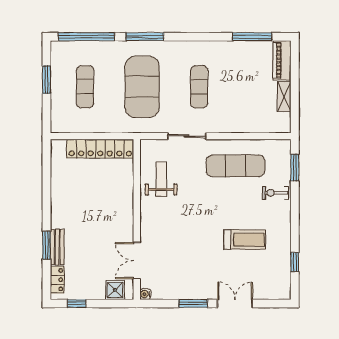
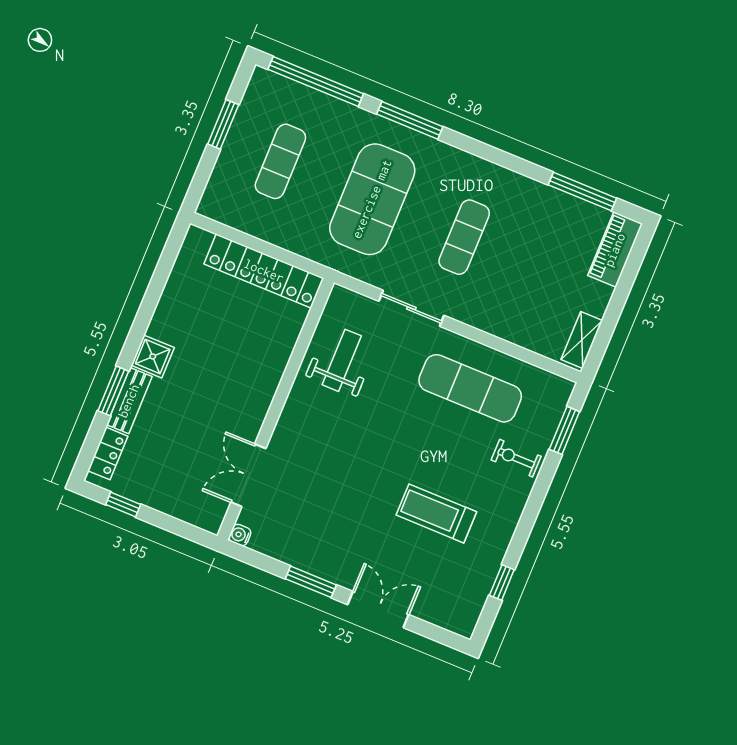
shelving: (284, 96) -> (582, 340), moved
treadmill: (245, 240) -> (436, 513), turned 180
shower: (115, 290) -> (153, 356), moved

